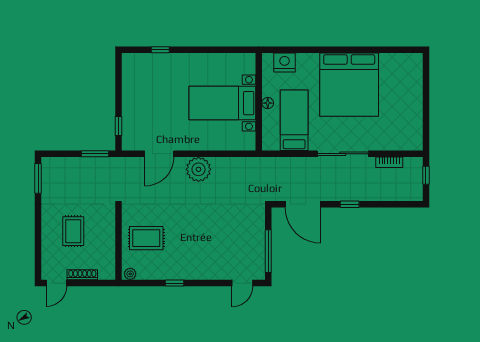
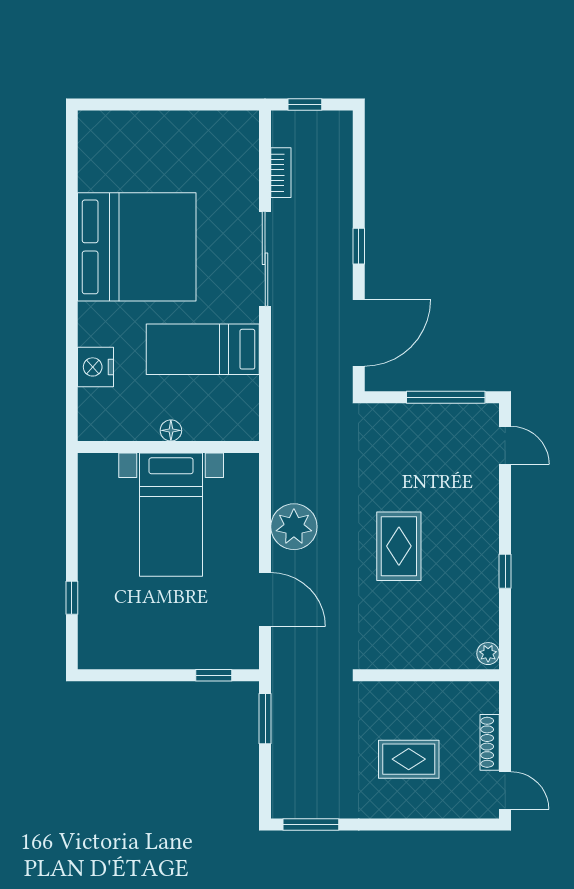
wall: (259, 102) -> (168, 447), moved
bed with nightstands: (222, 103) -> (171, 515), moved
floor lamp: (268, 103) -> (171, 430), moved
rug: (146, 238) -> (399, 546), moved

